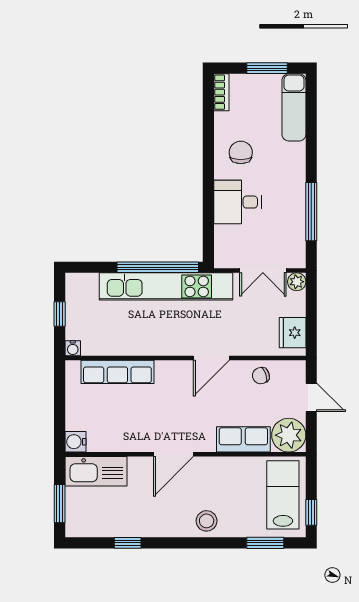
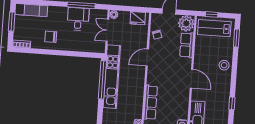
desk: (238, 202) -> (78, 19), moved, turned 180
double door: (263, 271) -> (107, 30), swing flipped
door: (211, 358) -> (147, 57), swing flipped
window: (311, 512) -> (212, 14), moved

